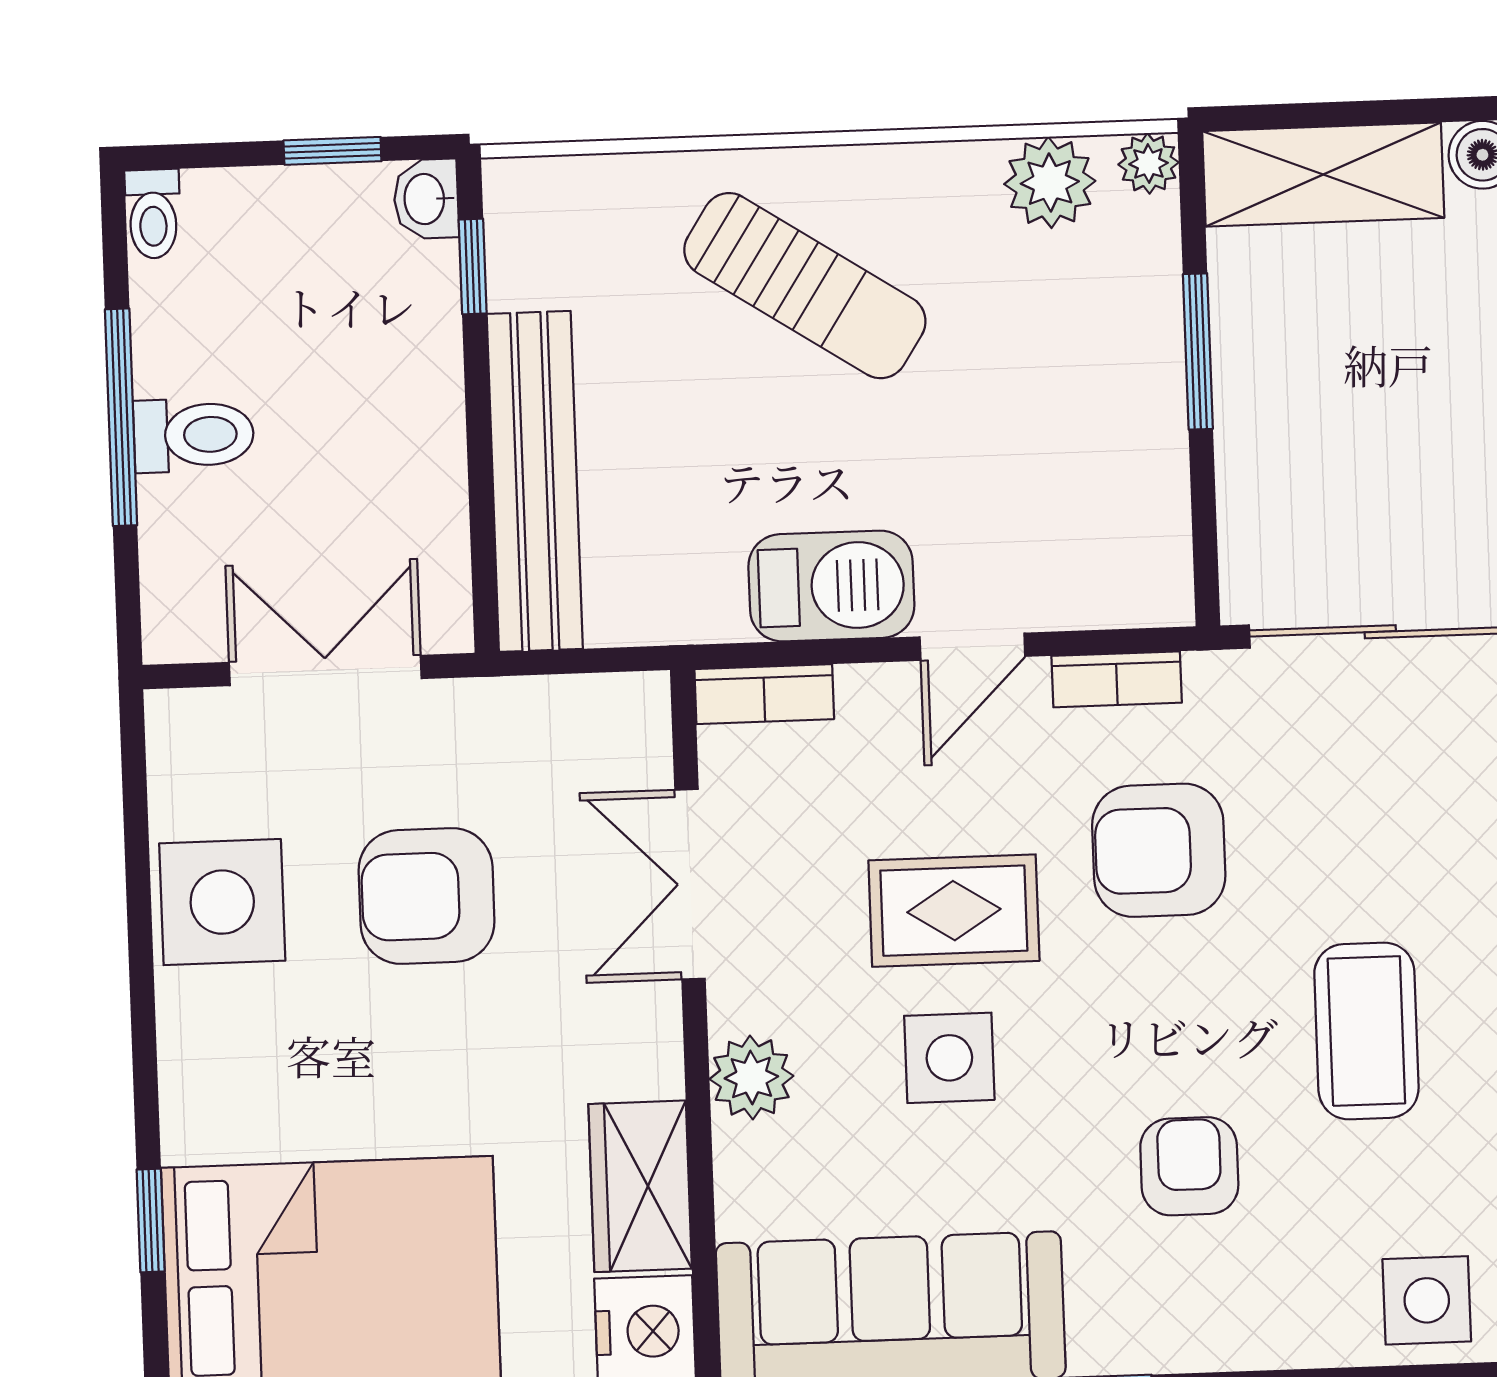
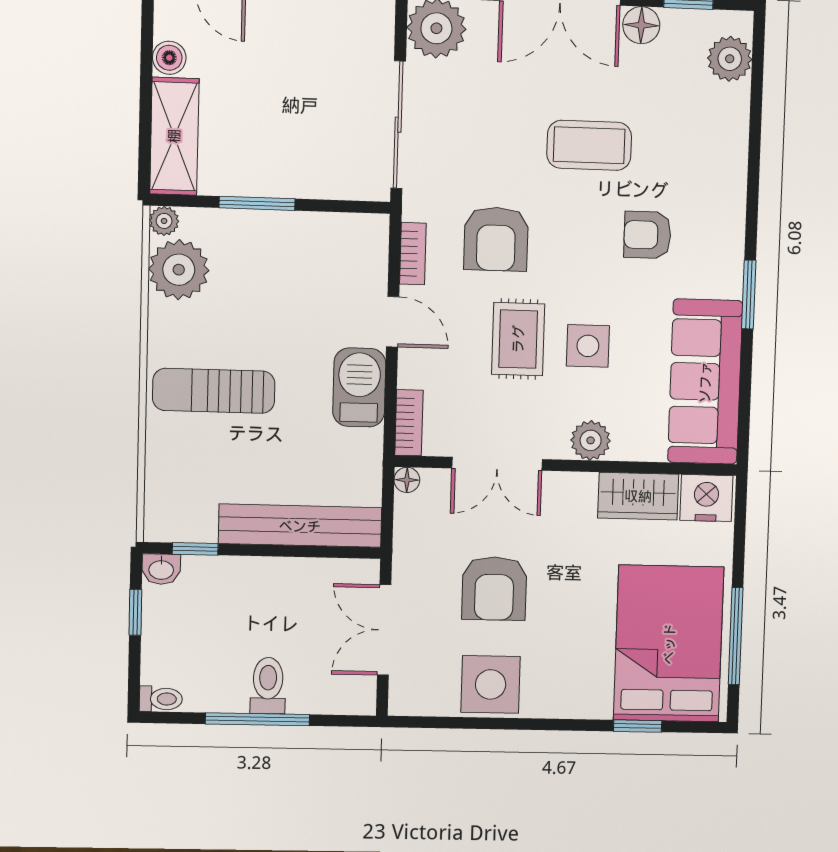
plant: (1050, 182) -> (179, 270), width x1.36, depth x1.36
sun lounger: (805, 286) -> (214, 391), turned -123
floor lamp: (644, 698) -> (407, 480), added
side table: (1427, 1300) -> (719, 126), removed

